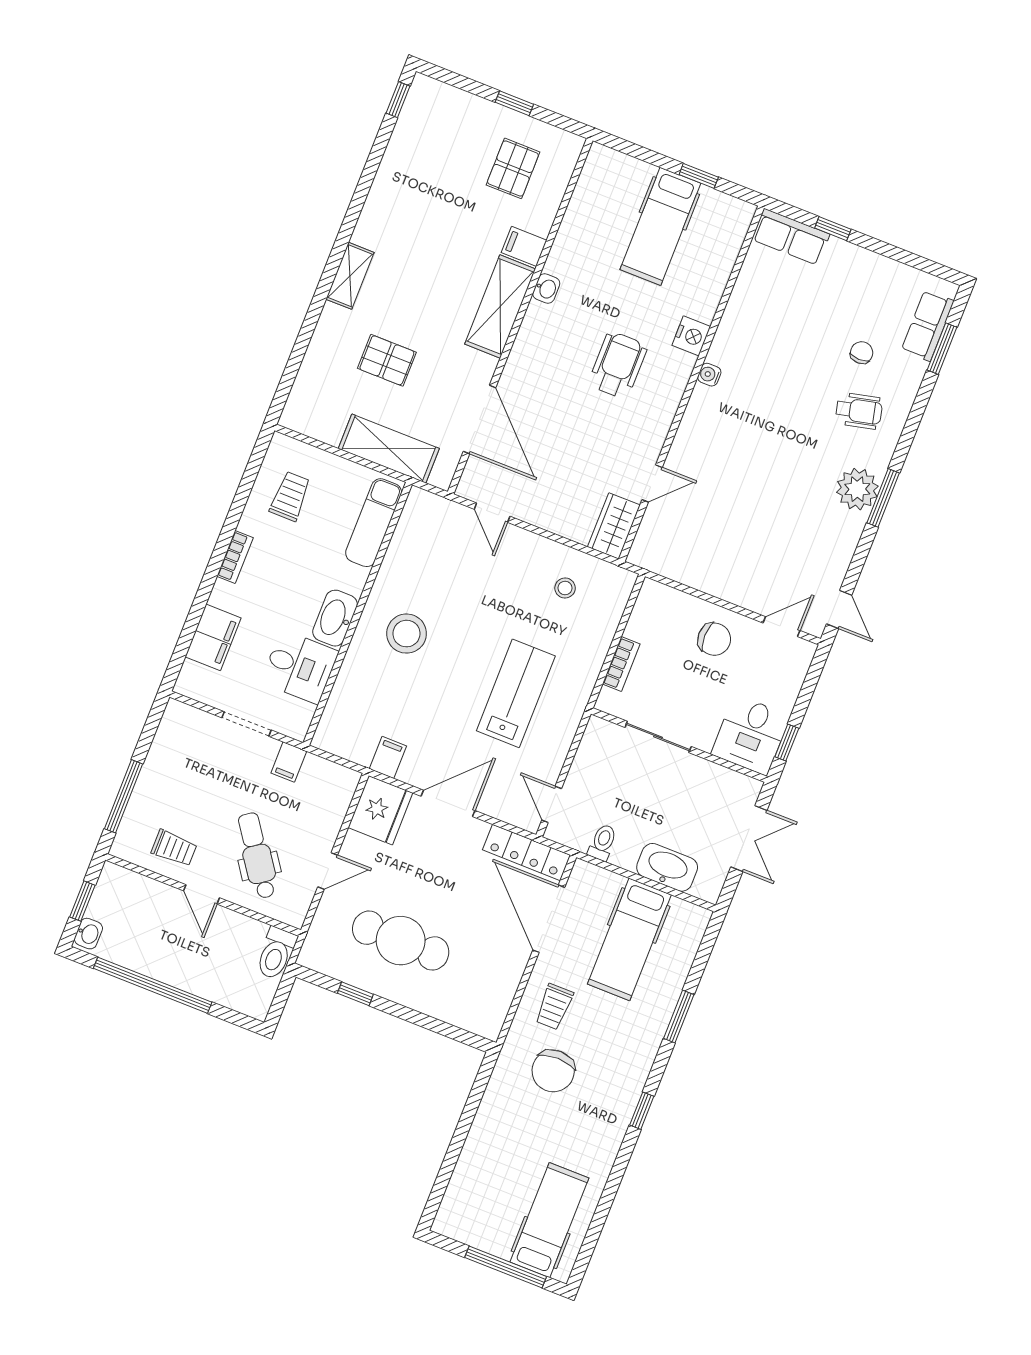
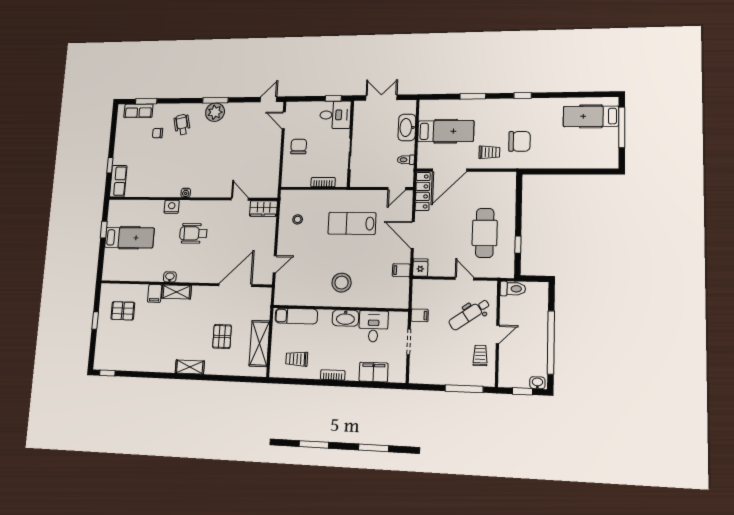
shelving: (500, 306) -> (176, 292), width x0.67, depth x0.75
shelving: (389, 449) -> (259, 343), moved
fridge: (380, 810) -> (420, 267), width x0.53, depth x0.75

